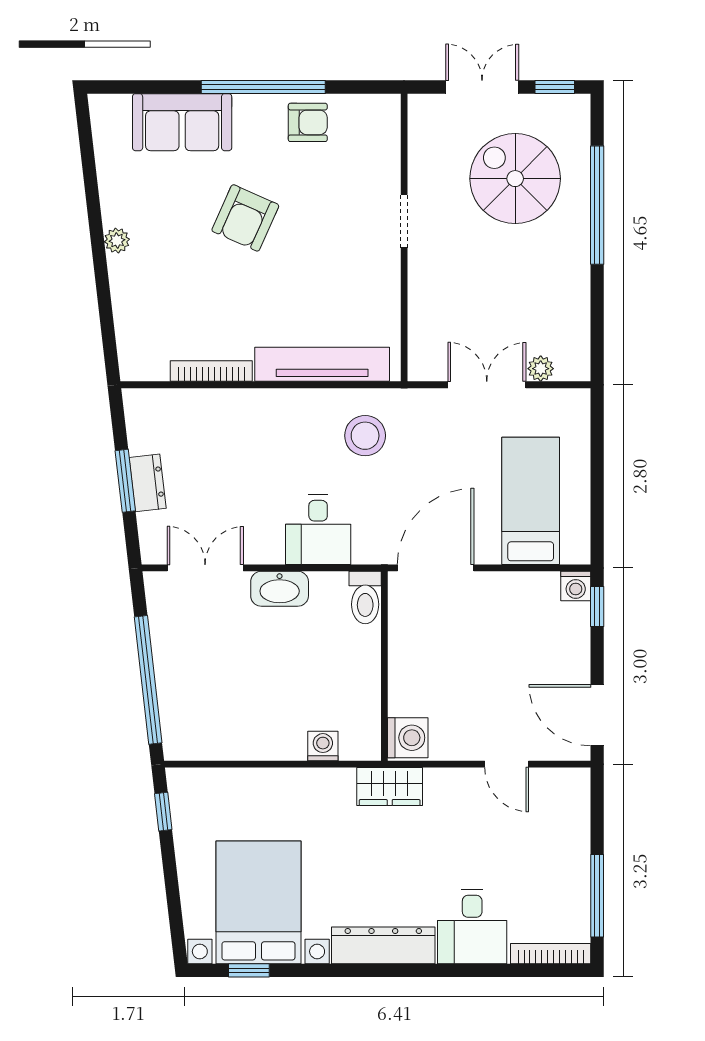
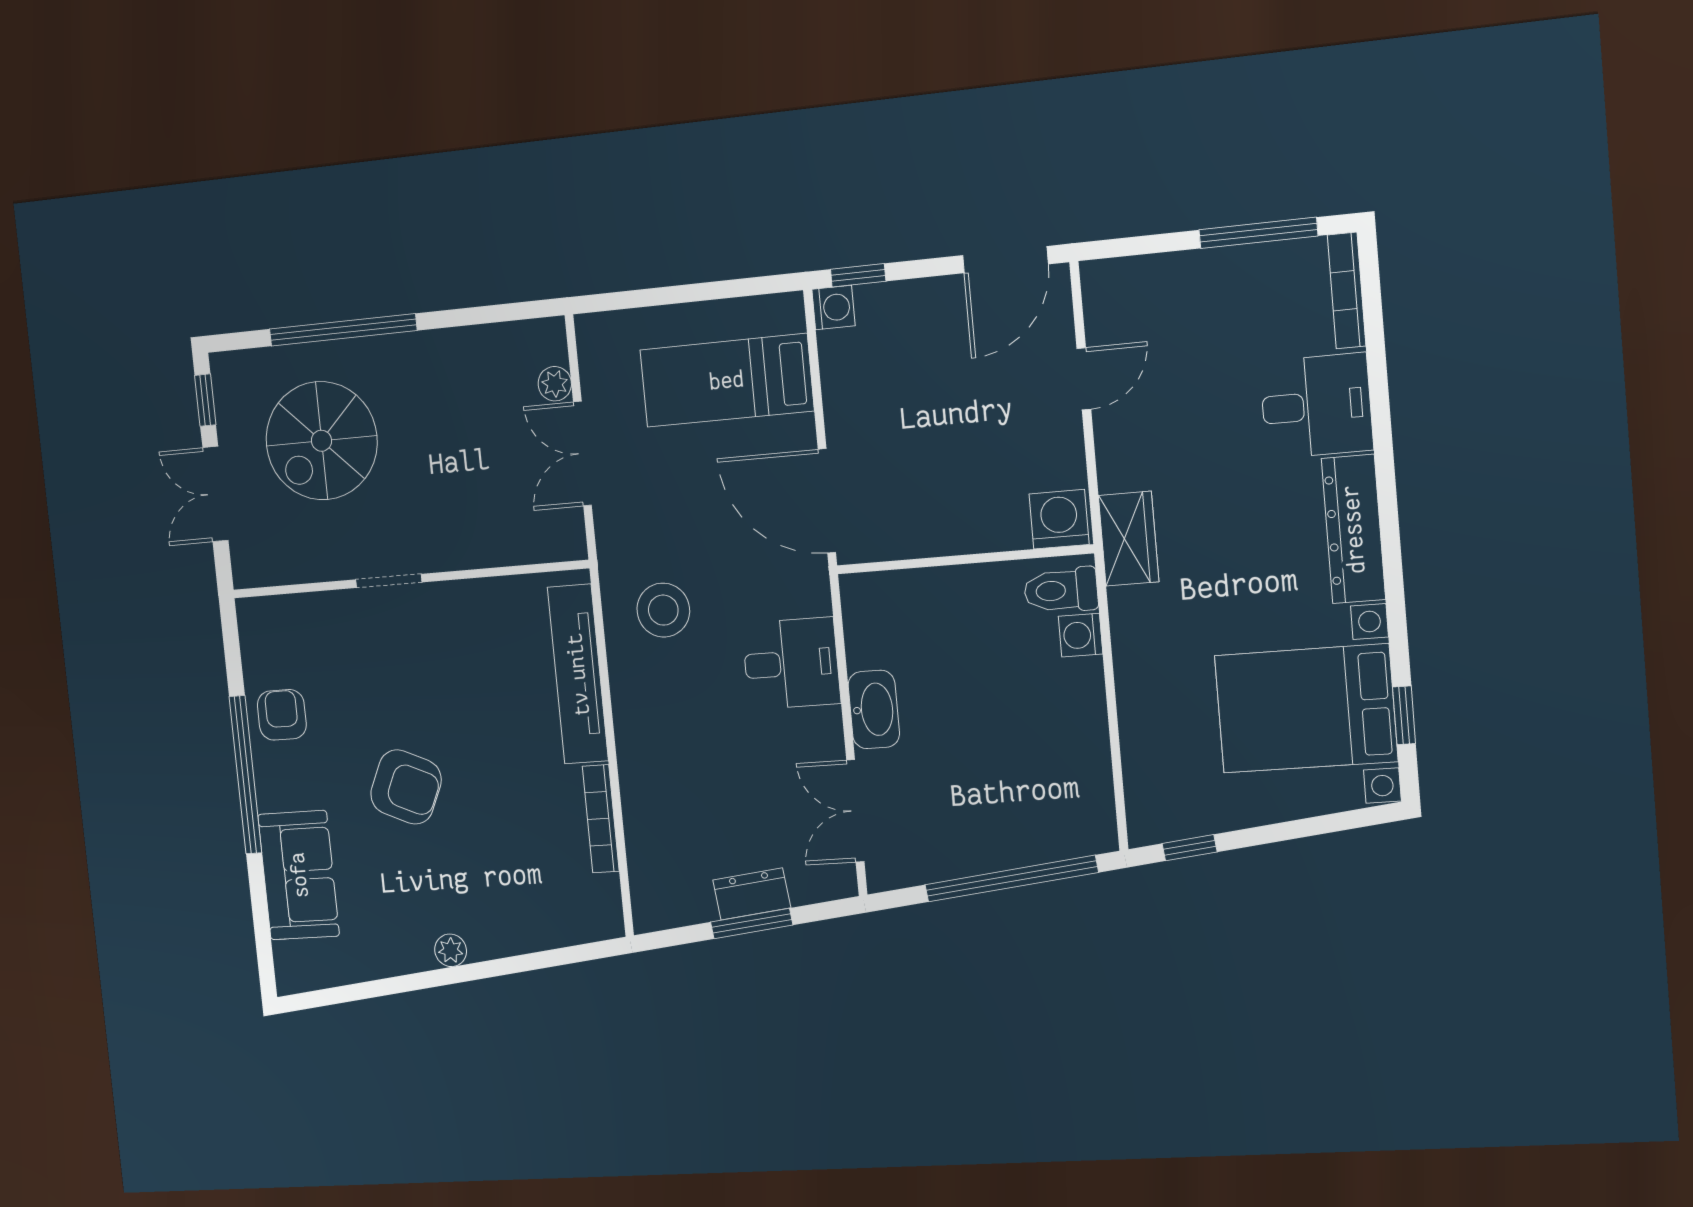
toilet: (365, 598) -> (1061, 590), moved, turned 180

